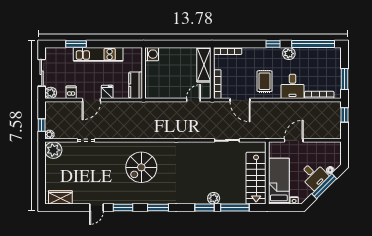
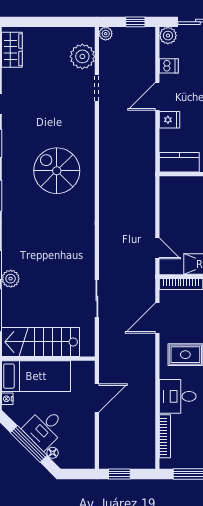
door: (91, 100) -> (157, 96), hinge flipped
window: (344, 115) -> (119, 474), moved
window: (42, 125) -> (135, 22), moved
door: (294, 140) -> (97, 398), hinge flipped
plant: (53, 150) -> (82, 56), moved

